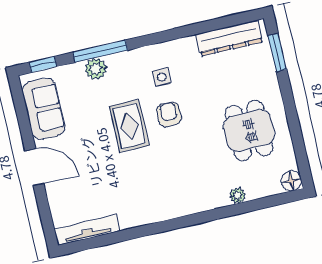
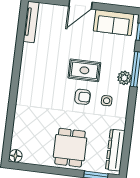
plant: (96, 69) -> (124, 78), moved
dining table: (249, 131) -> (70, 148), moved, turned 90
plant: (238, 196) -> (19, 120), removed

